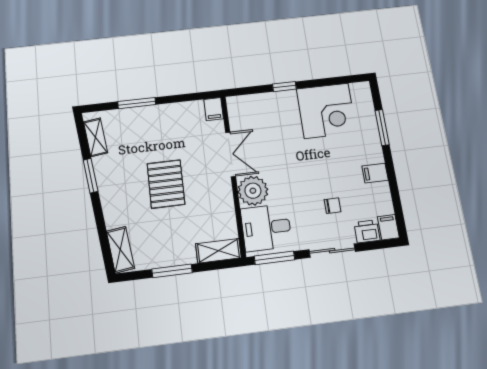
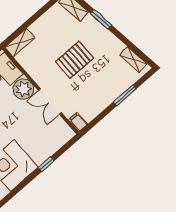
window: (91, 176) -> (101, 19), moved
pallet: (166, 184) -> (74, 60), turned 90
window: (172, 271) -> (37, 15), removed

